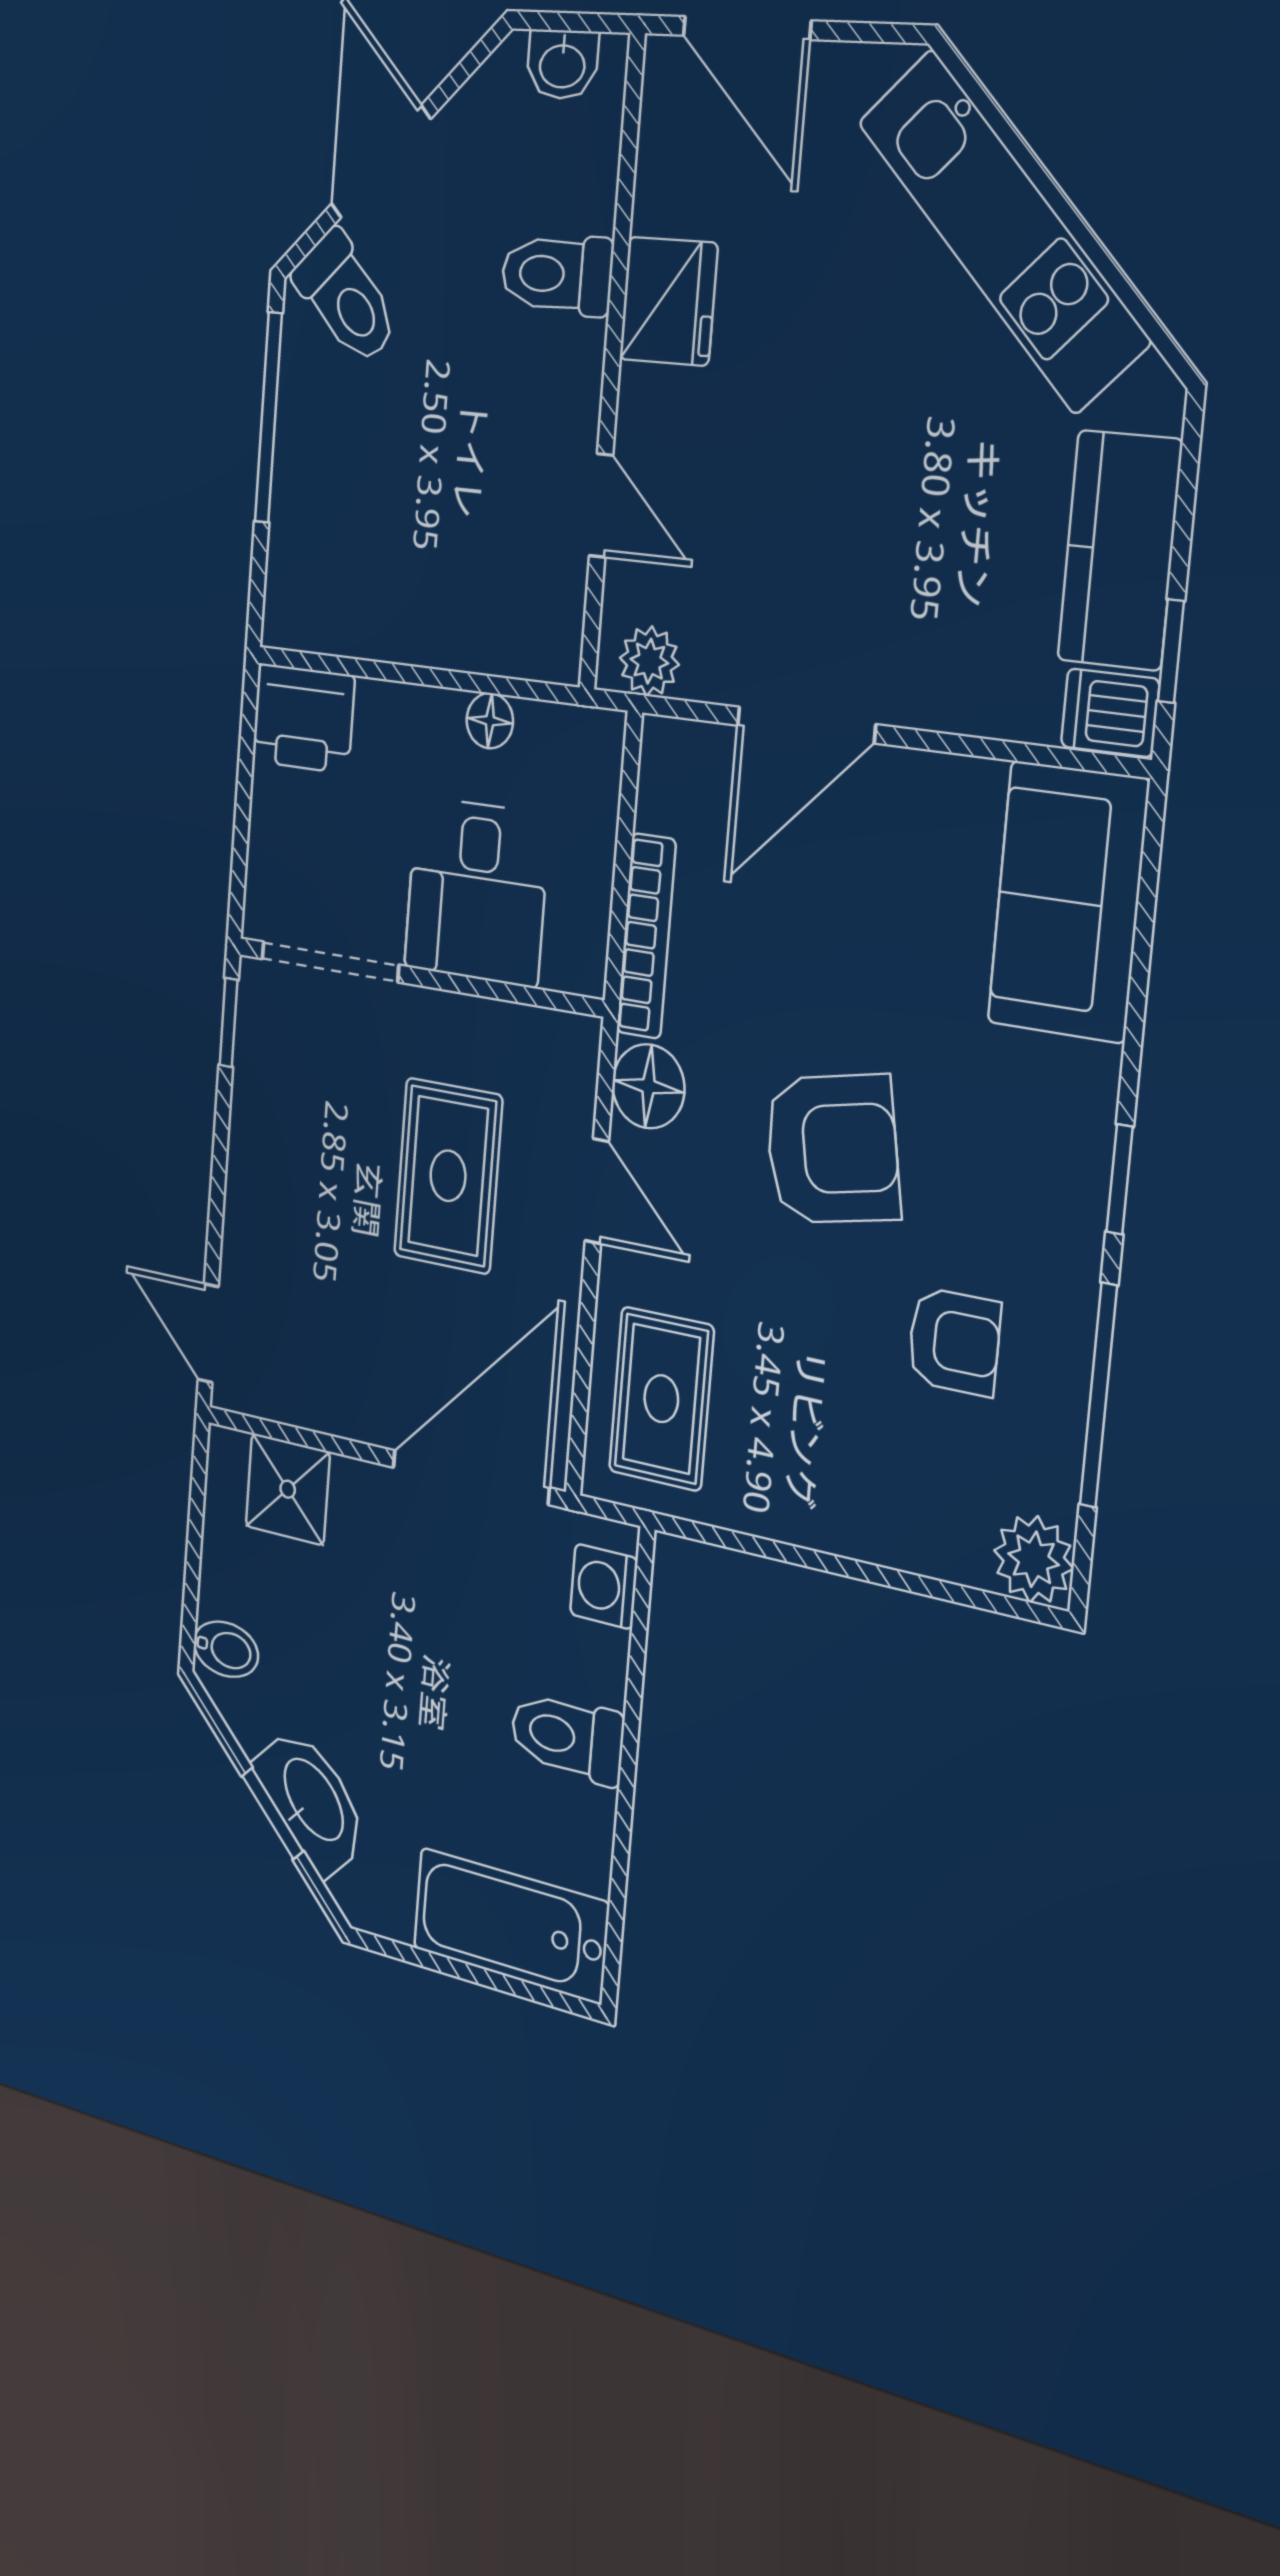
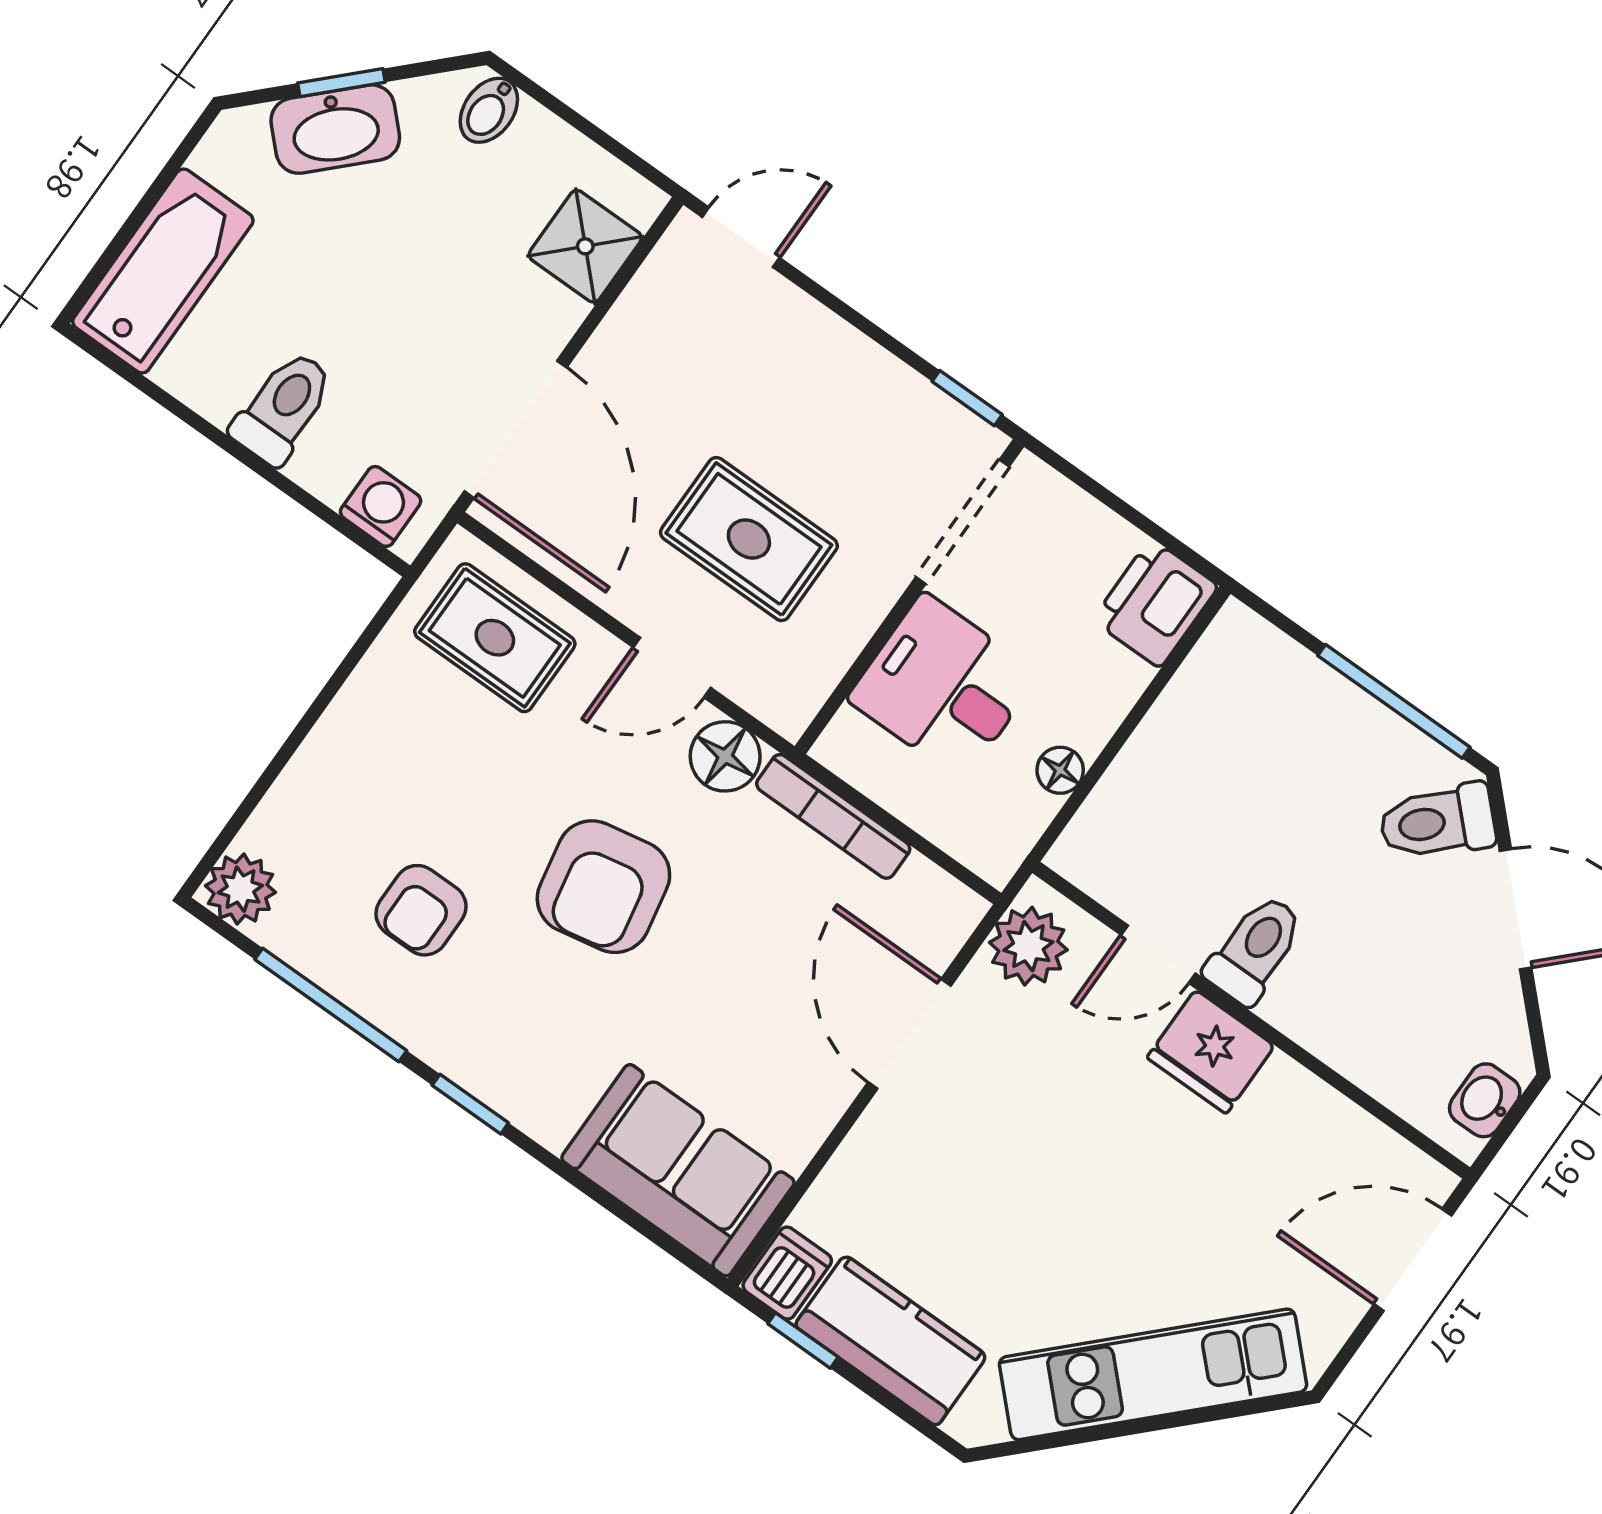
toilet: (557, 274) -> (1255, 949), moved
fridge: (668, 301) -> (1211, 1052), moved
plant: (649, 661) -> (1028, 946), width x1.38, depth x1.38

